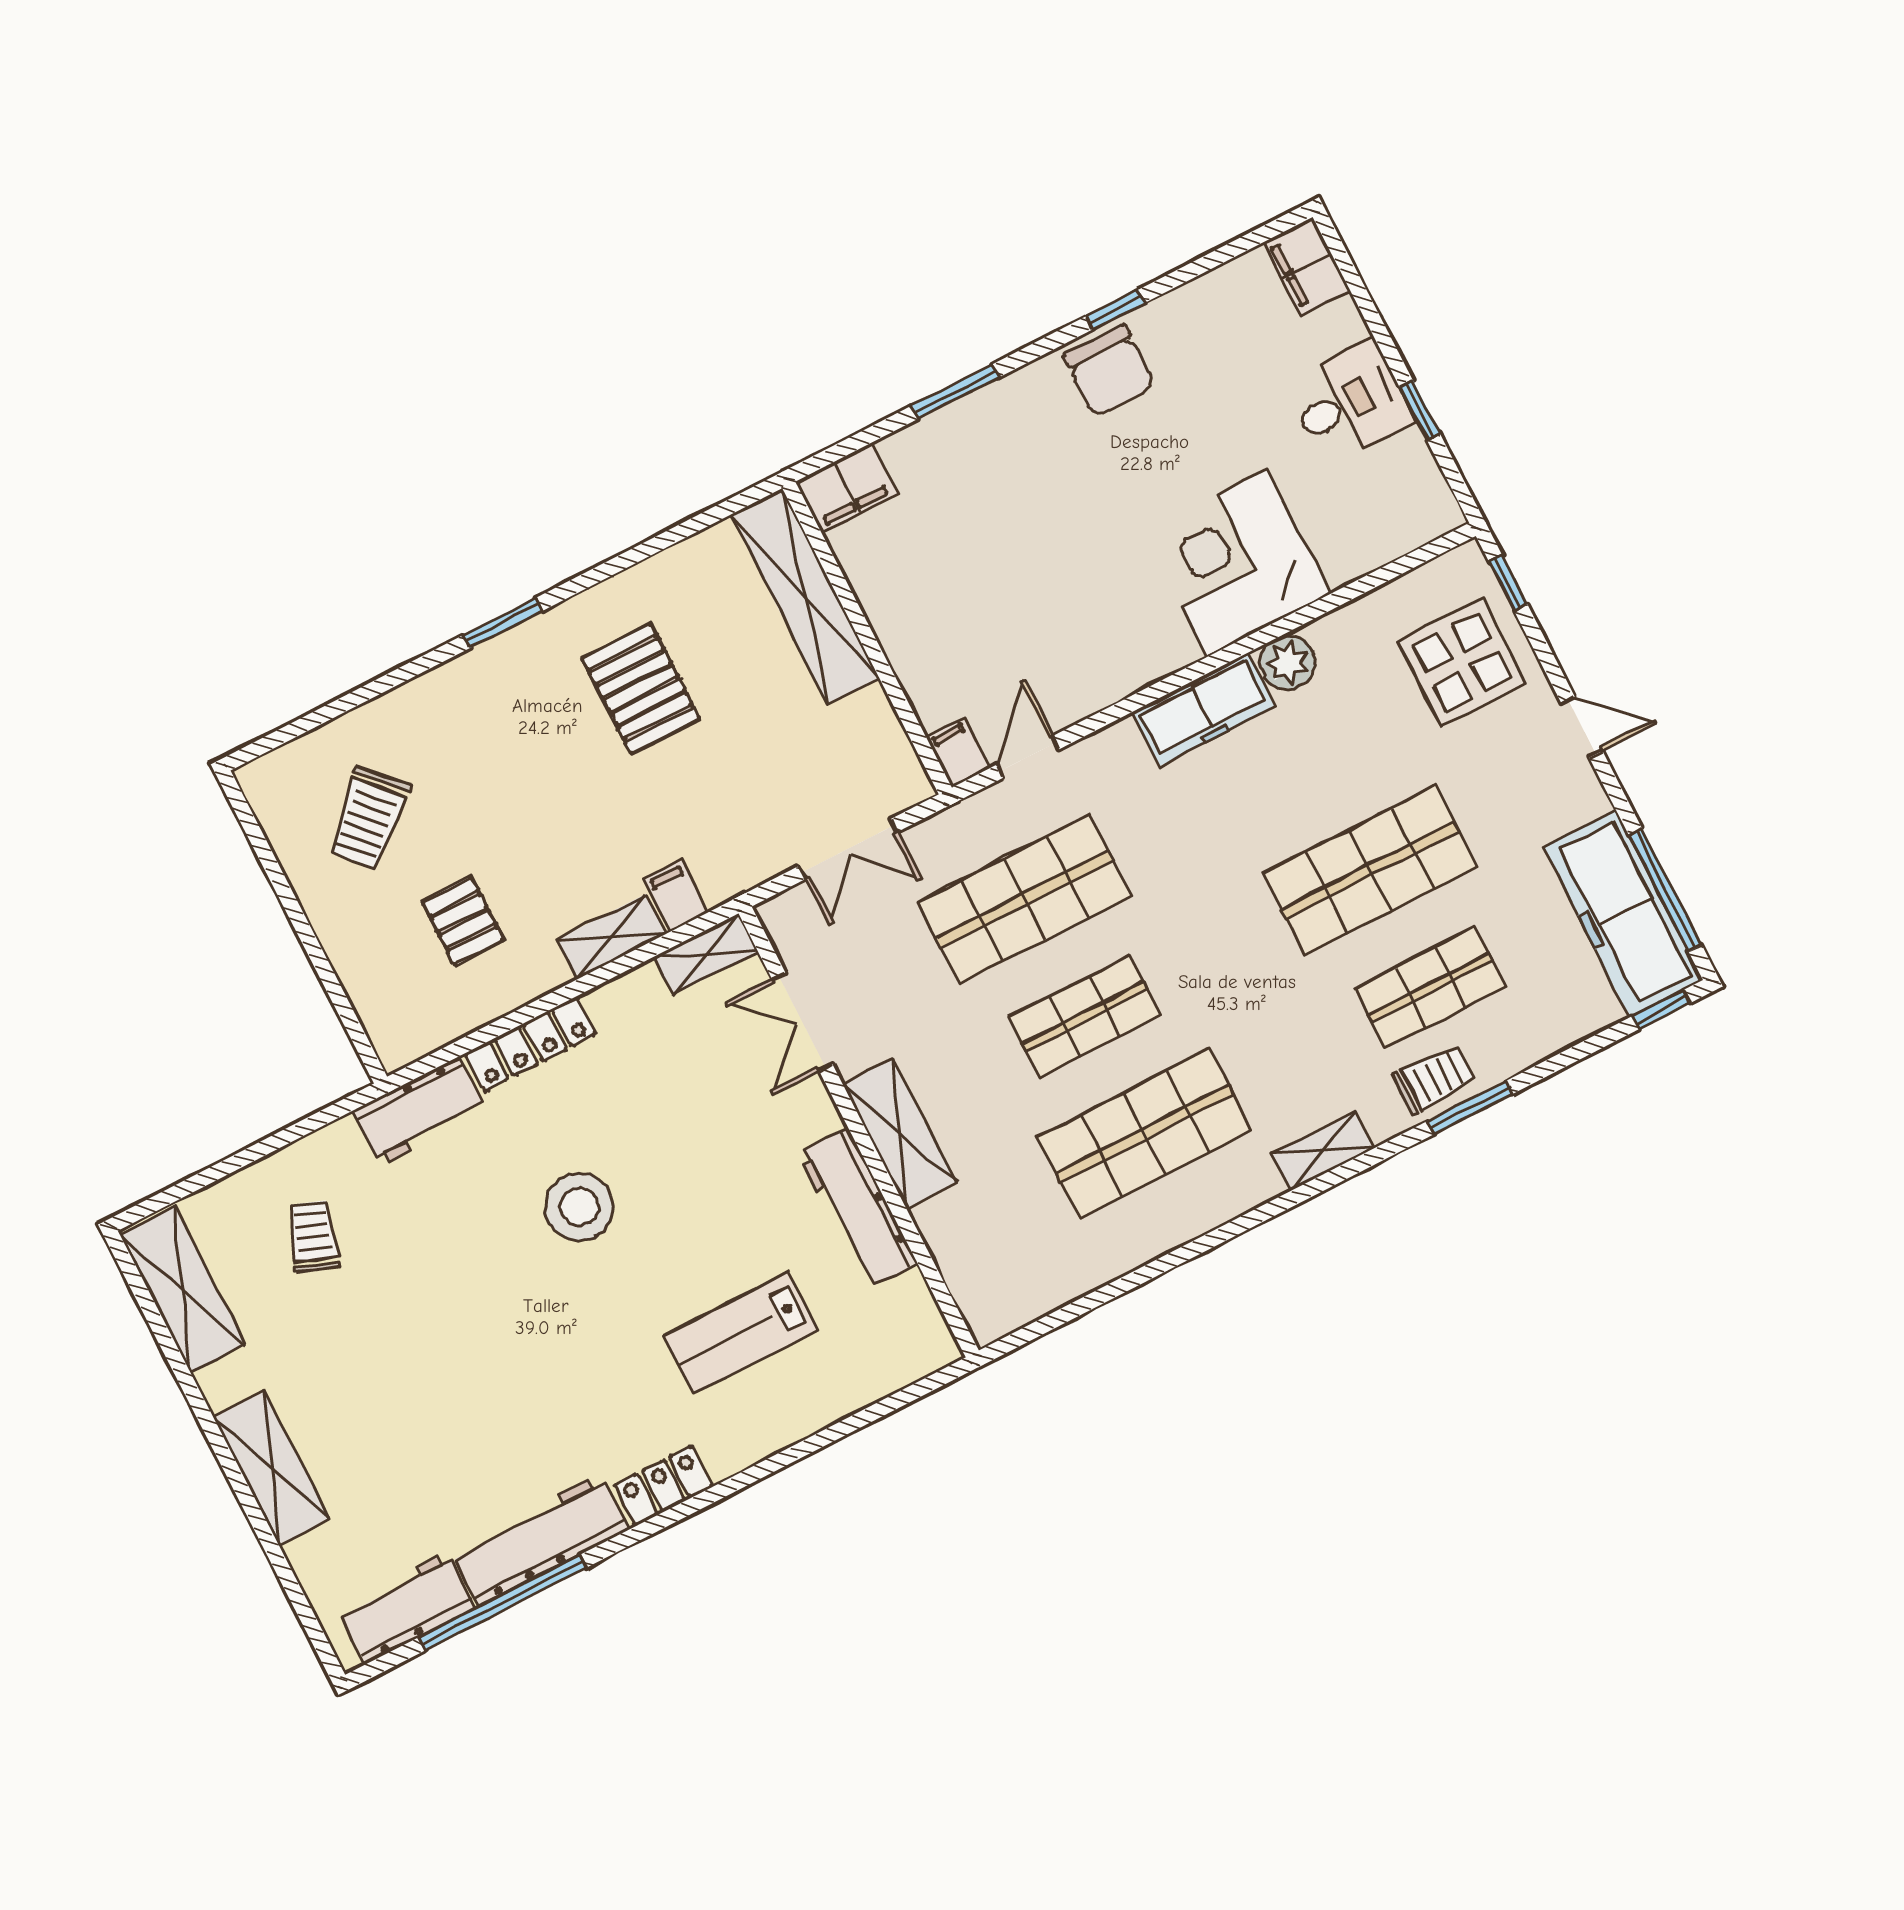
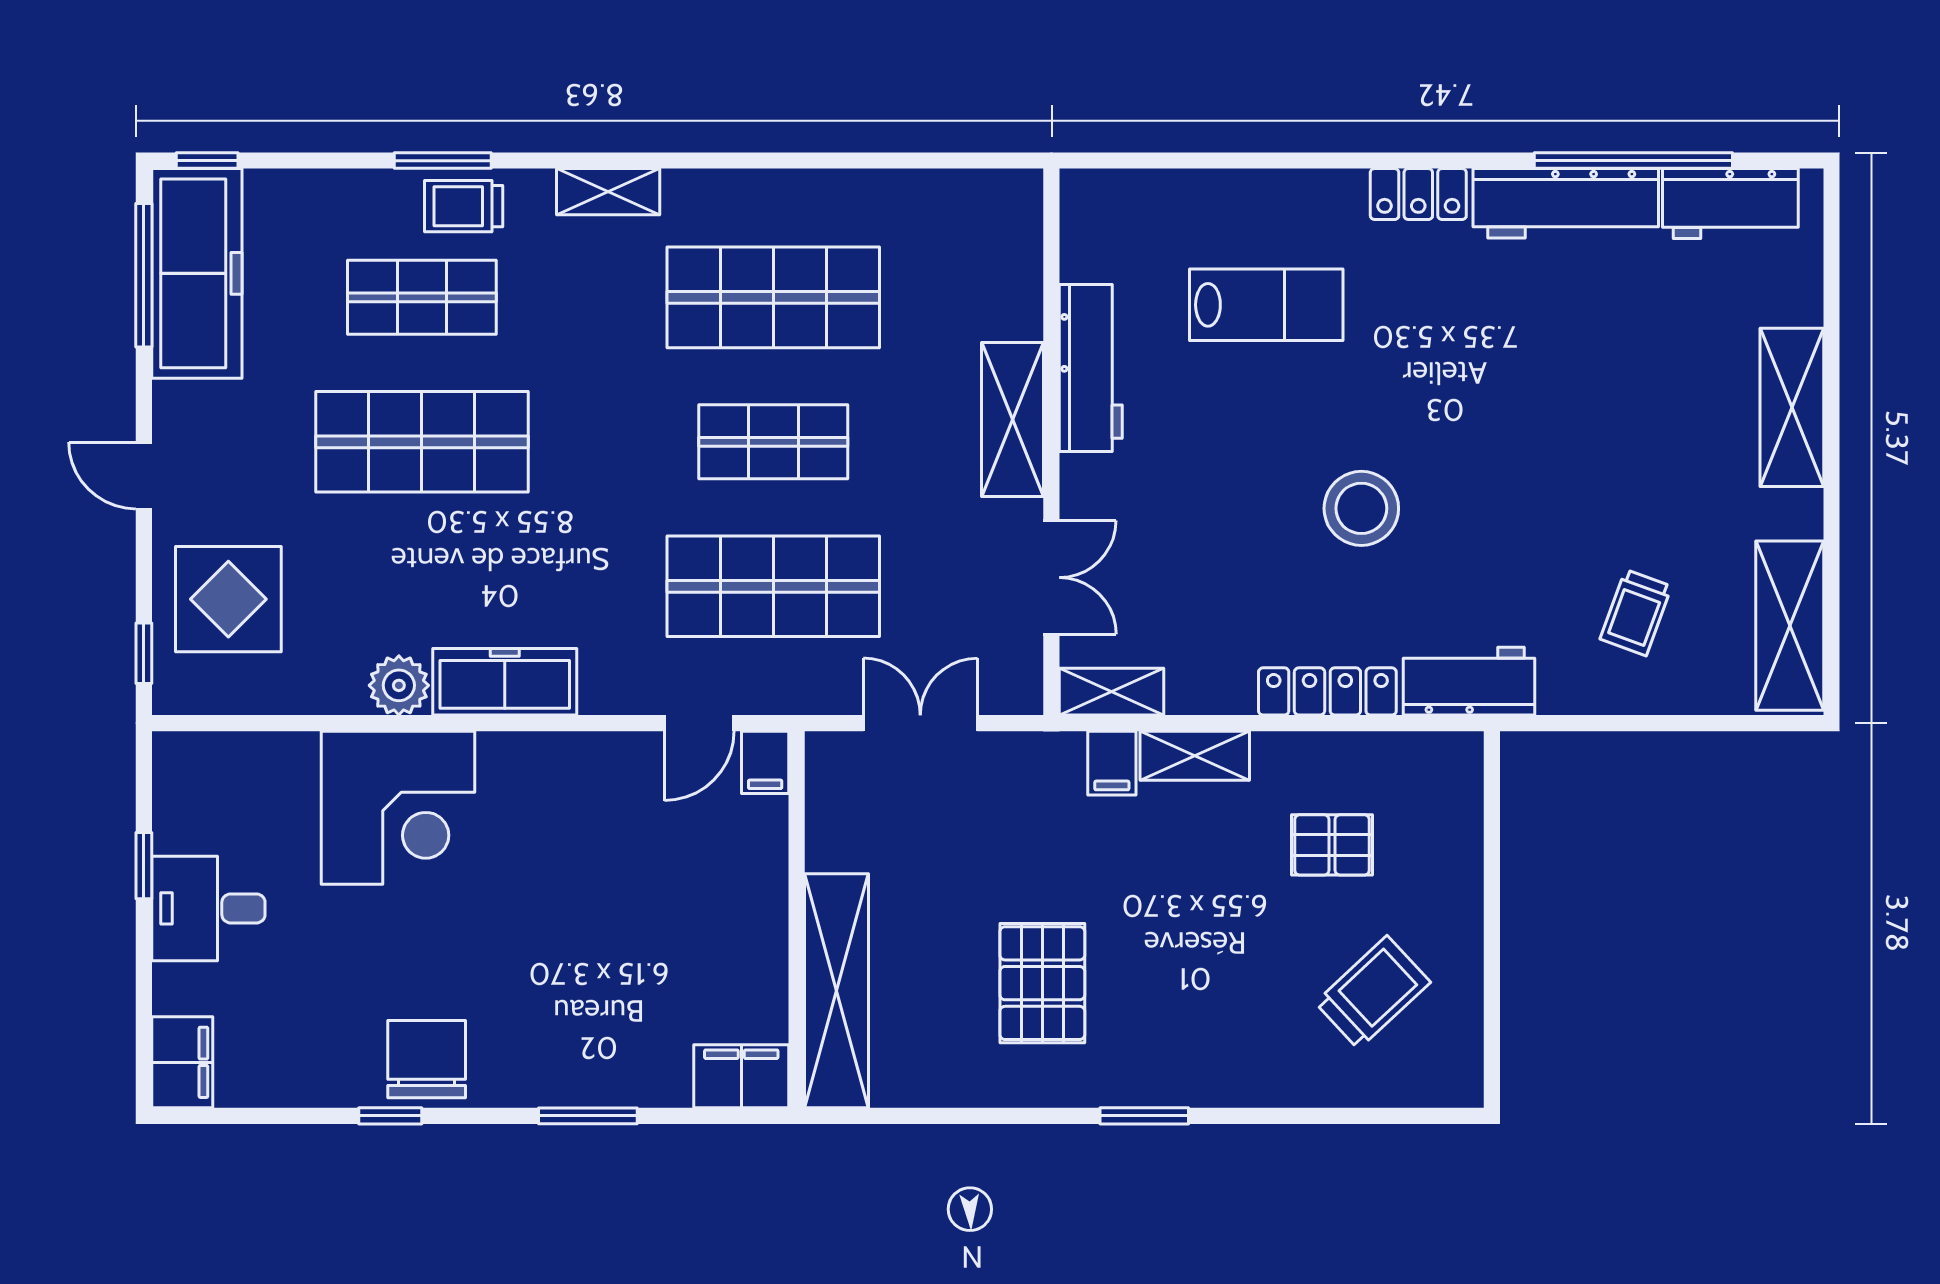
pallet: (463, 921) -> (1332, 845), turned 90

